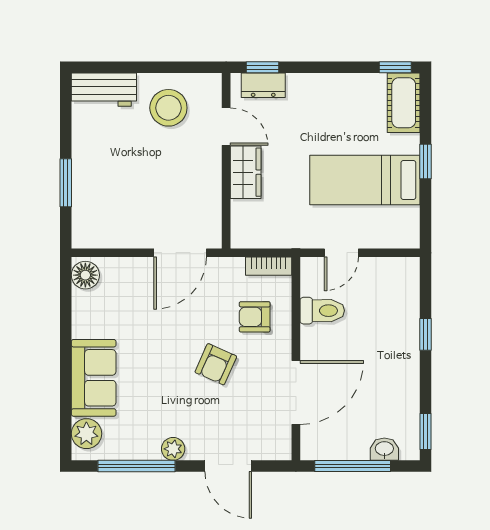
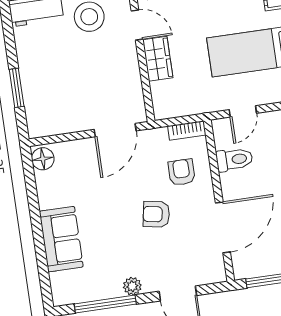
armchair: (255, 317) -> (182, 172), turned 90
armchair: (216, 364) -> (156, 214), turned 76
plant: (86, 434) -> (62, 284), removed

